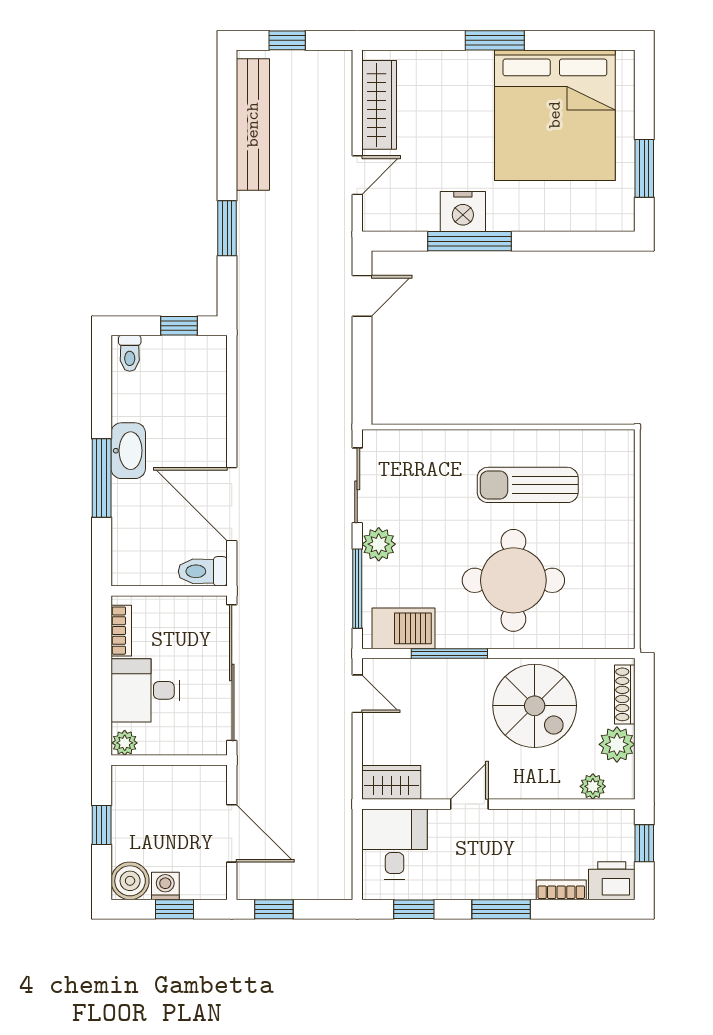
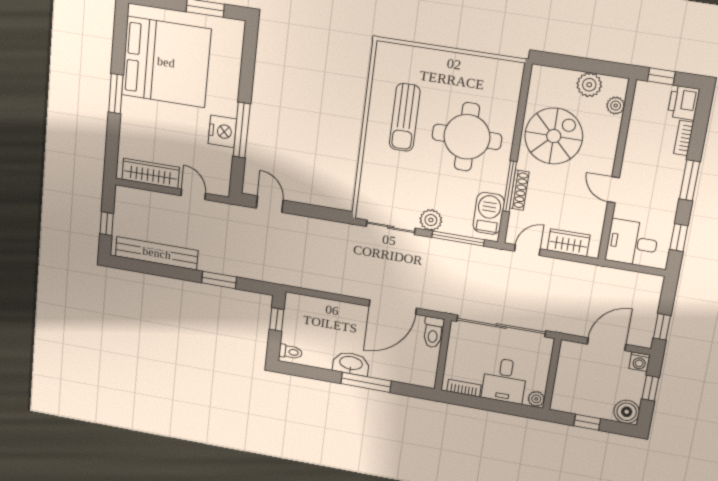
shoe rack: (625, 694) -> (519, 190), moved, turned -90
wardrobe: (391, 782) -> (569, 243), moved, turned 90
washing machine: (165, 886) -> (639, 362), moved, turned -90

